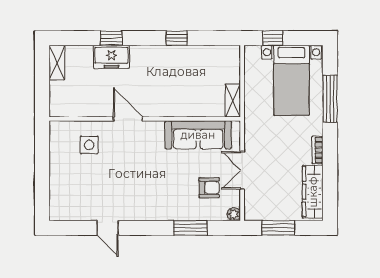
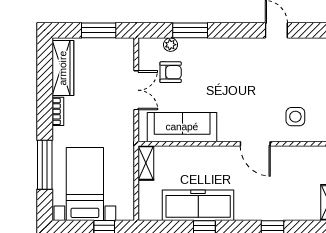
freezer: (111, 57) -> (198, 205), moved, width x1.91, depth x1.26
armchair: (209, 188) -> (171, 72), turned 180
plant: (234, 214) -> (171, 45), moved

